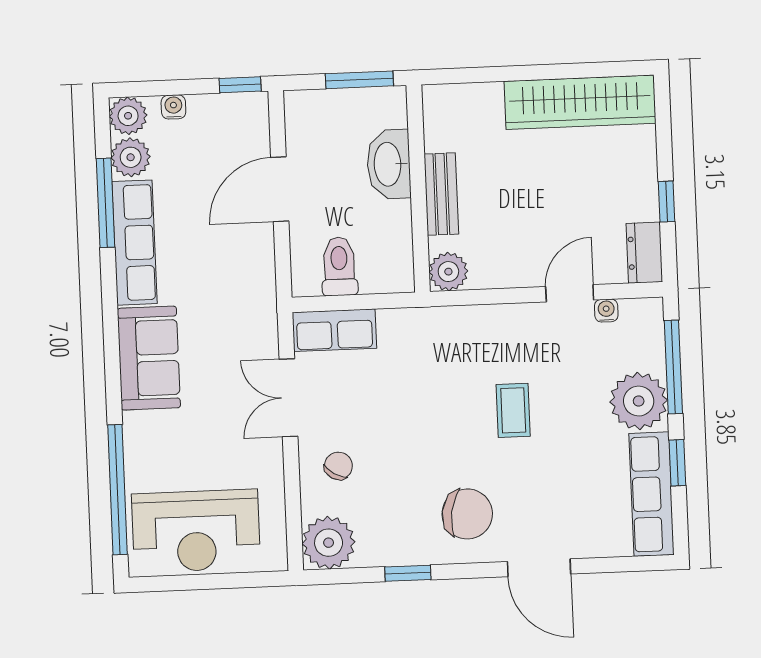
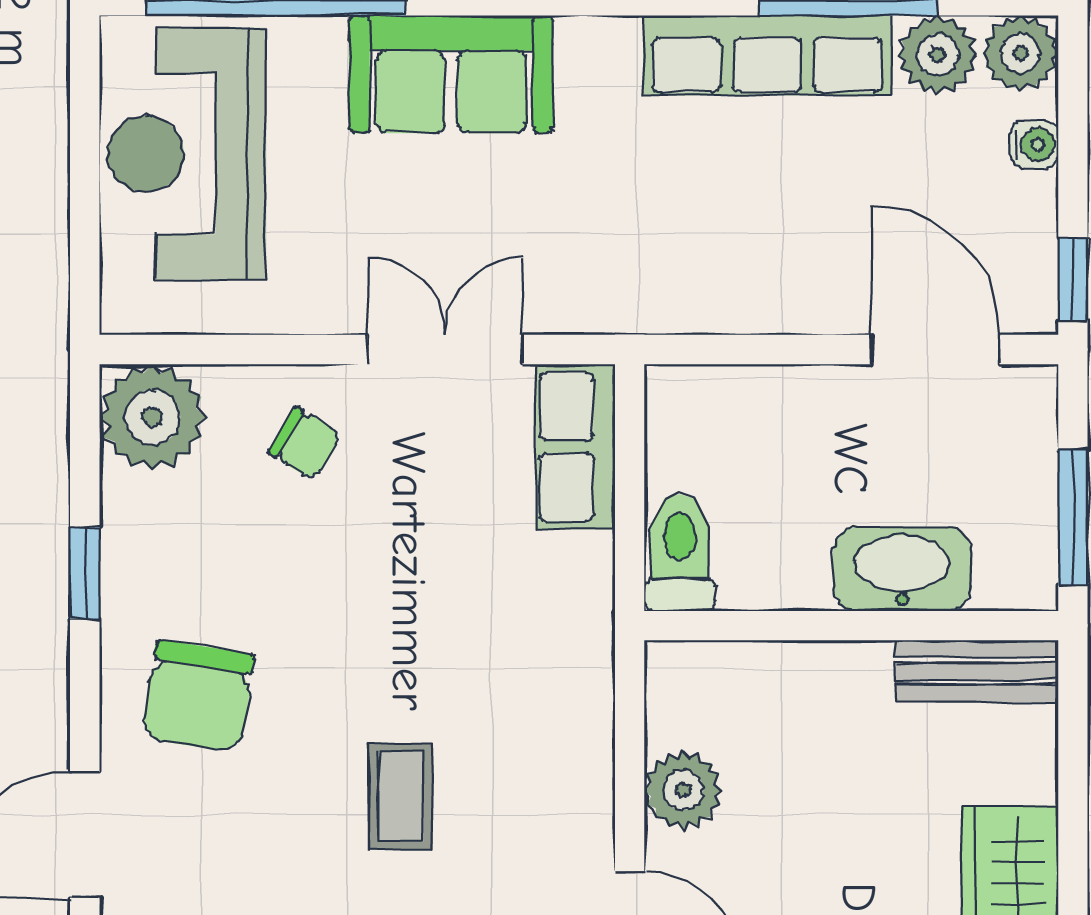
door: (280, 189) -> (935, 349), moved
bench: (441, 194) -> (977, 671), moved
toilet: (339, 266) -> (680, 553), moved, turned -90
plant: (448, 272) -> (683, 790), moved
sofa: (149, 358) -> (451, 74), moved
coffee table: (513, 410) -> (401, 796), turned 90

